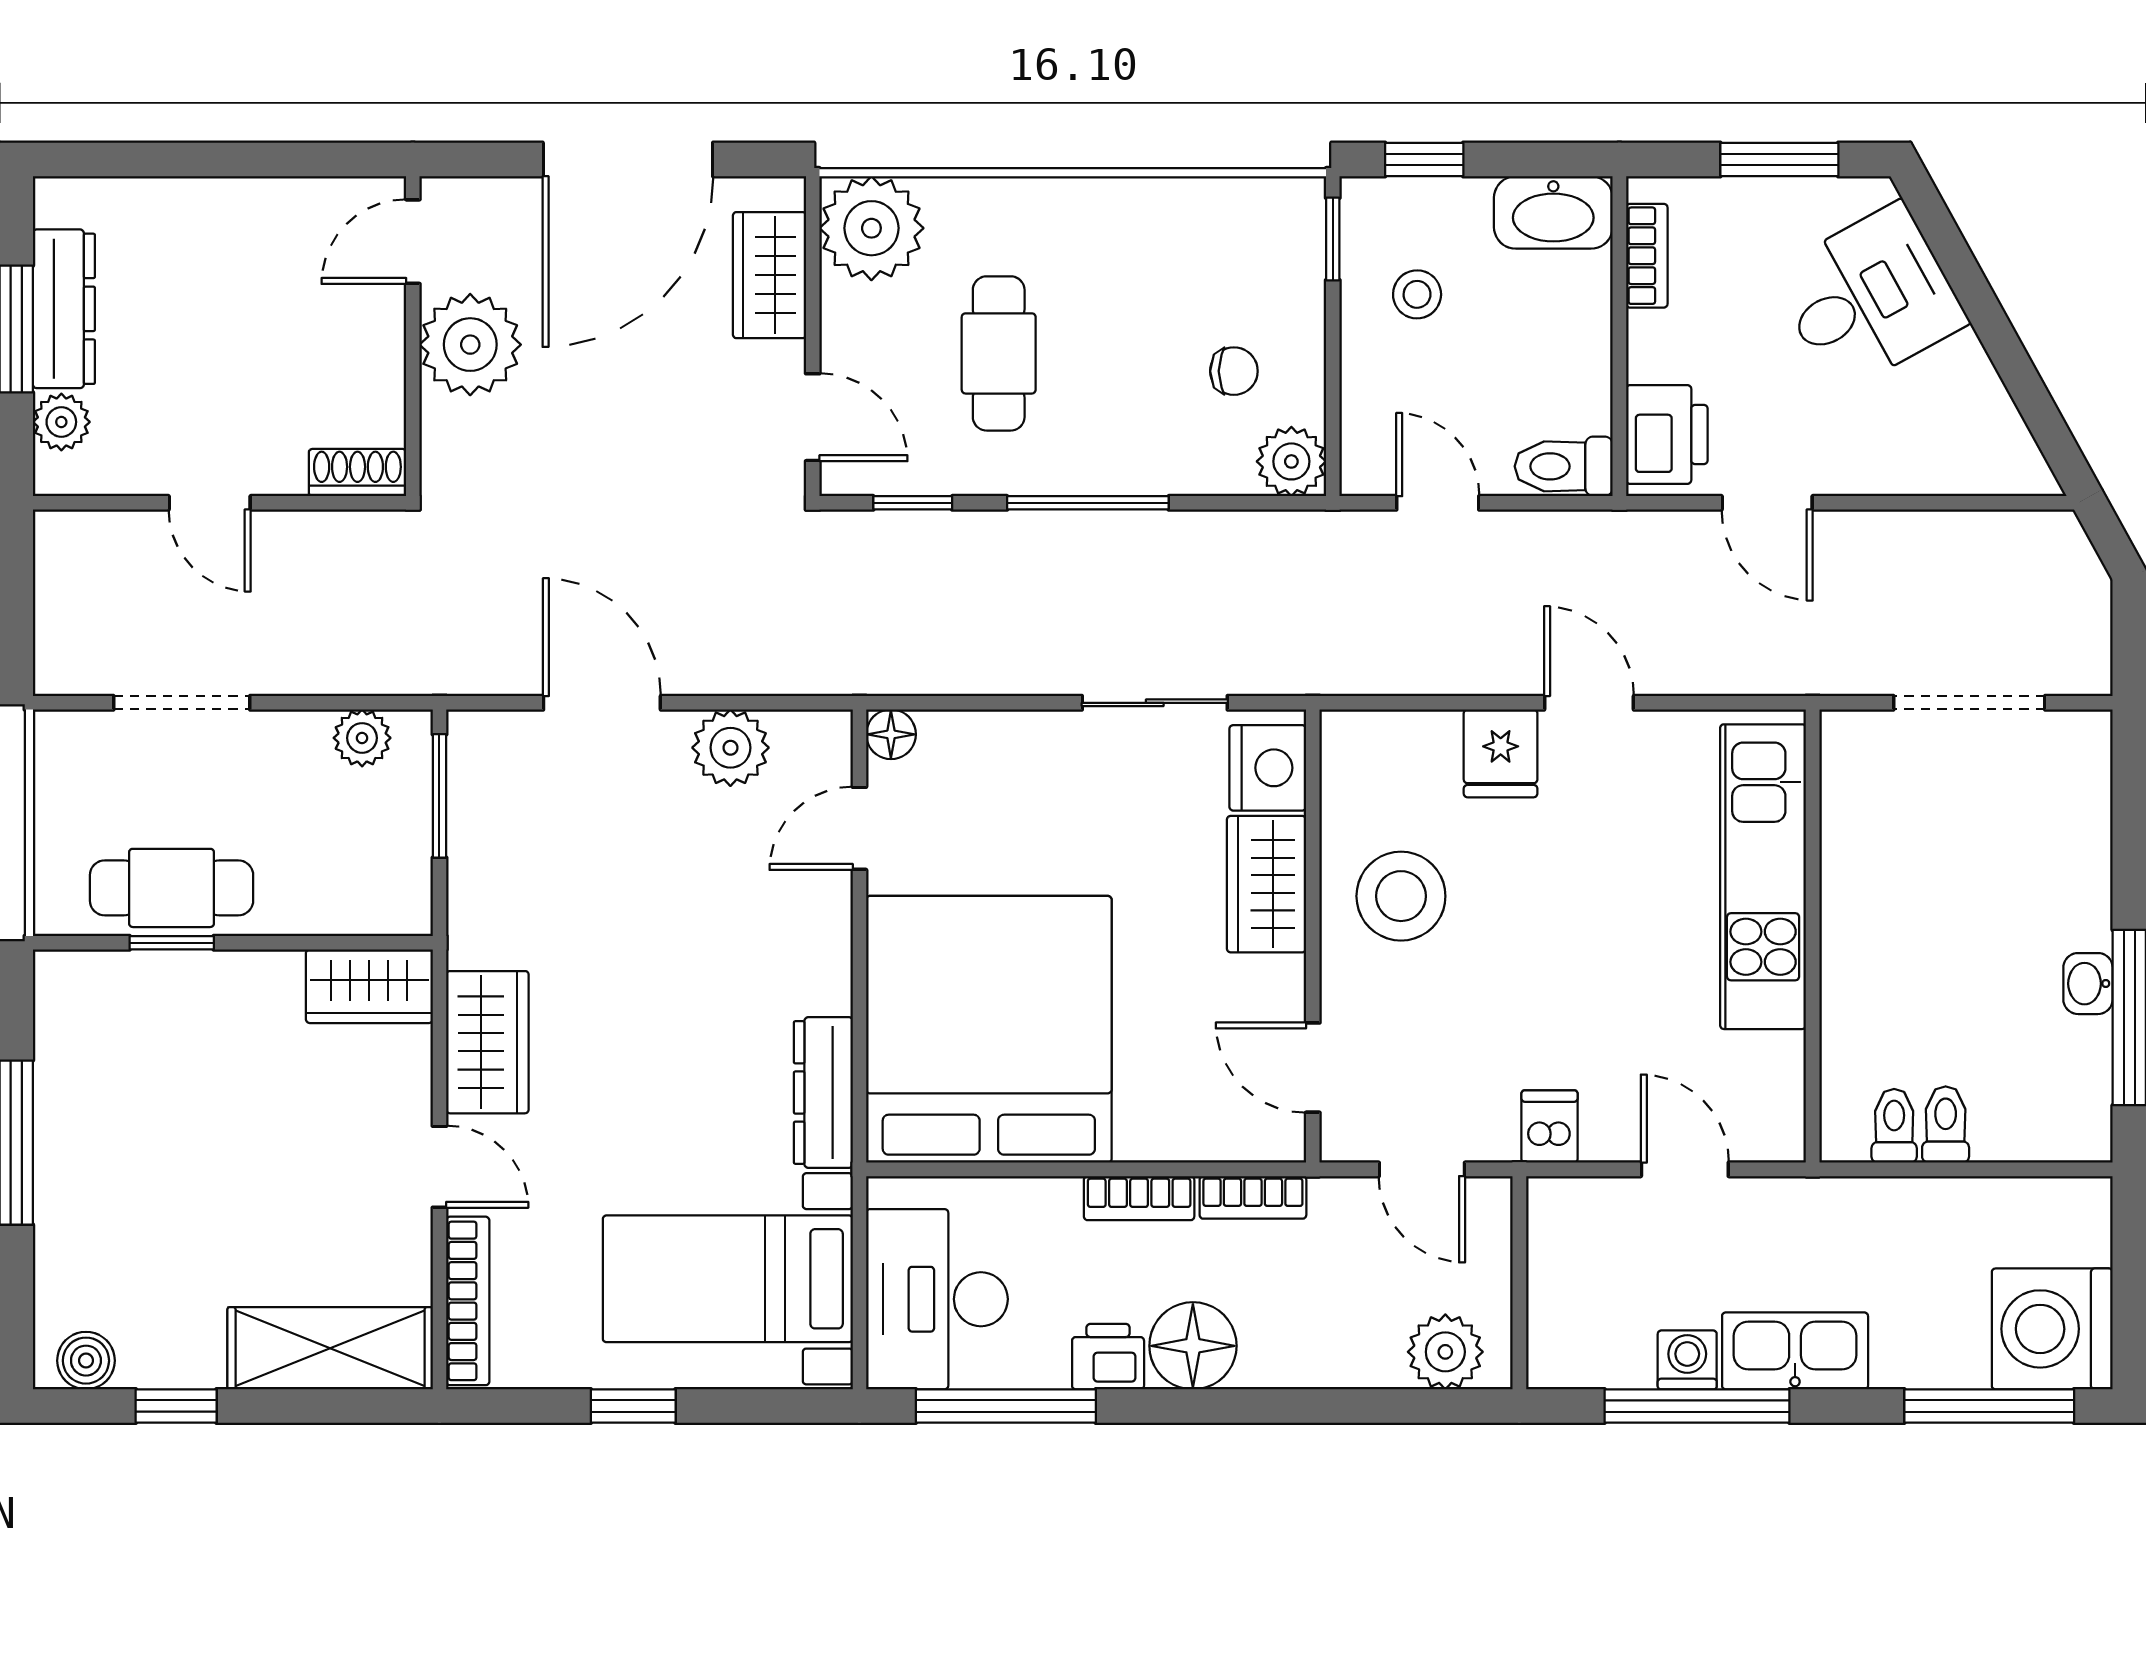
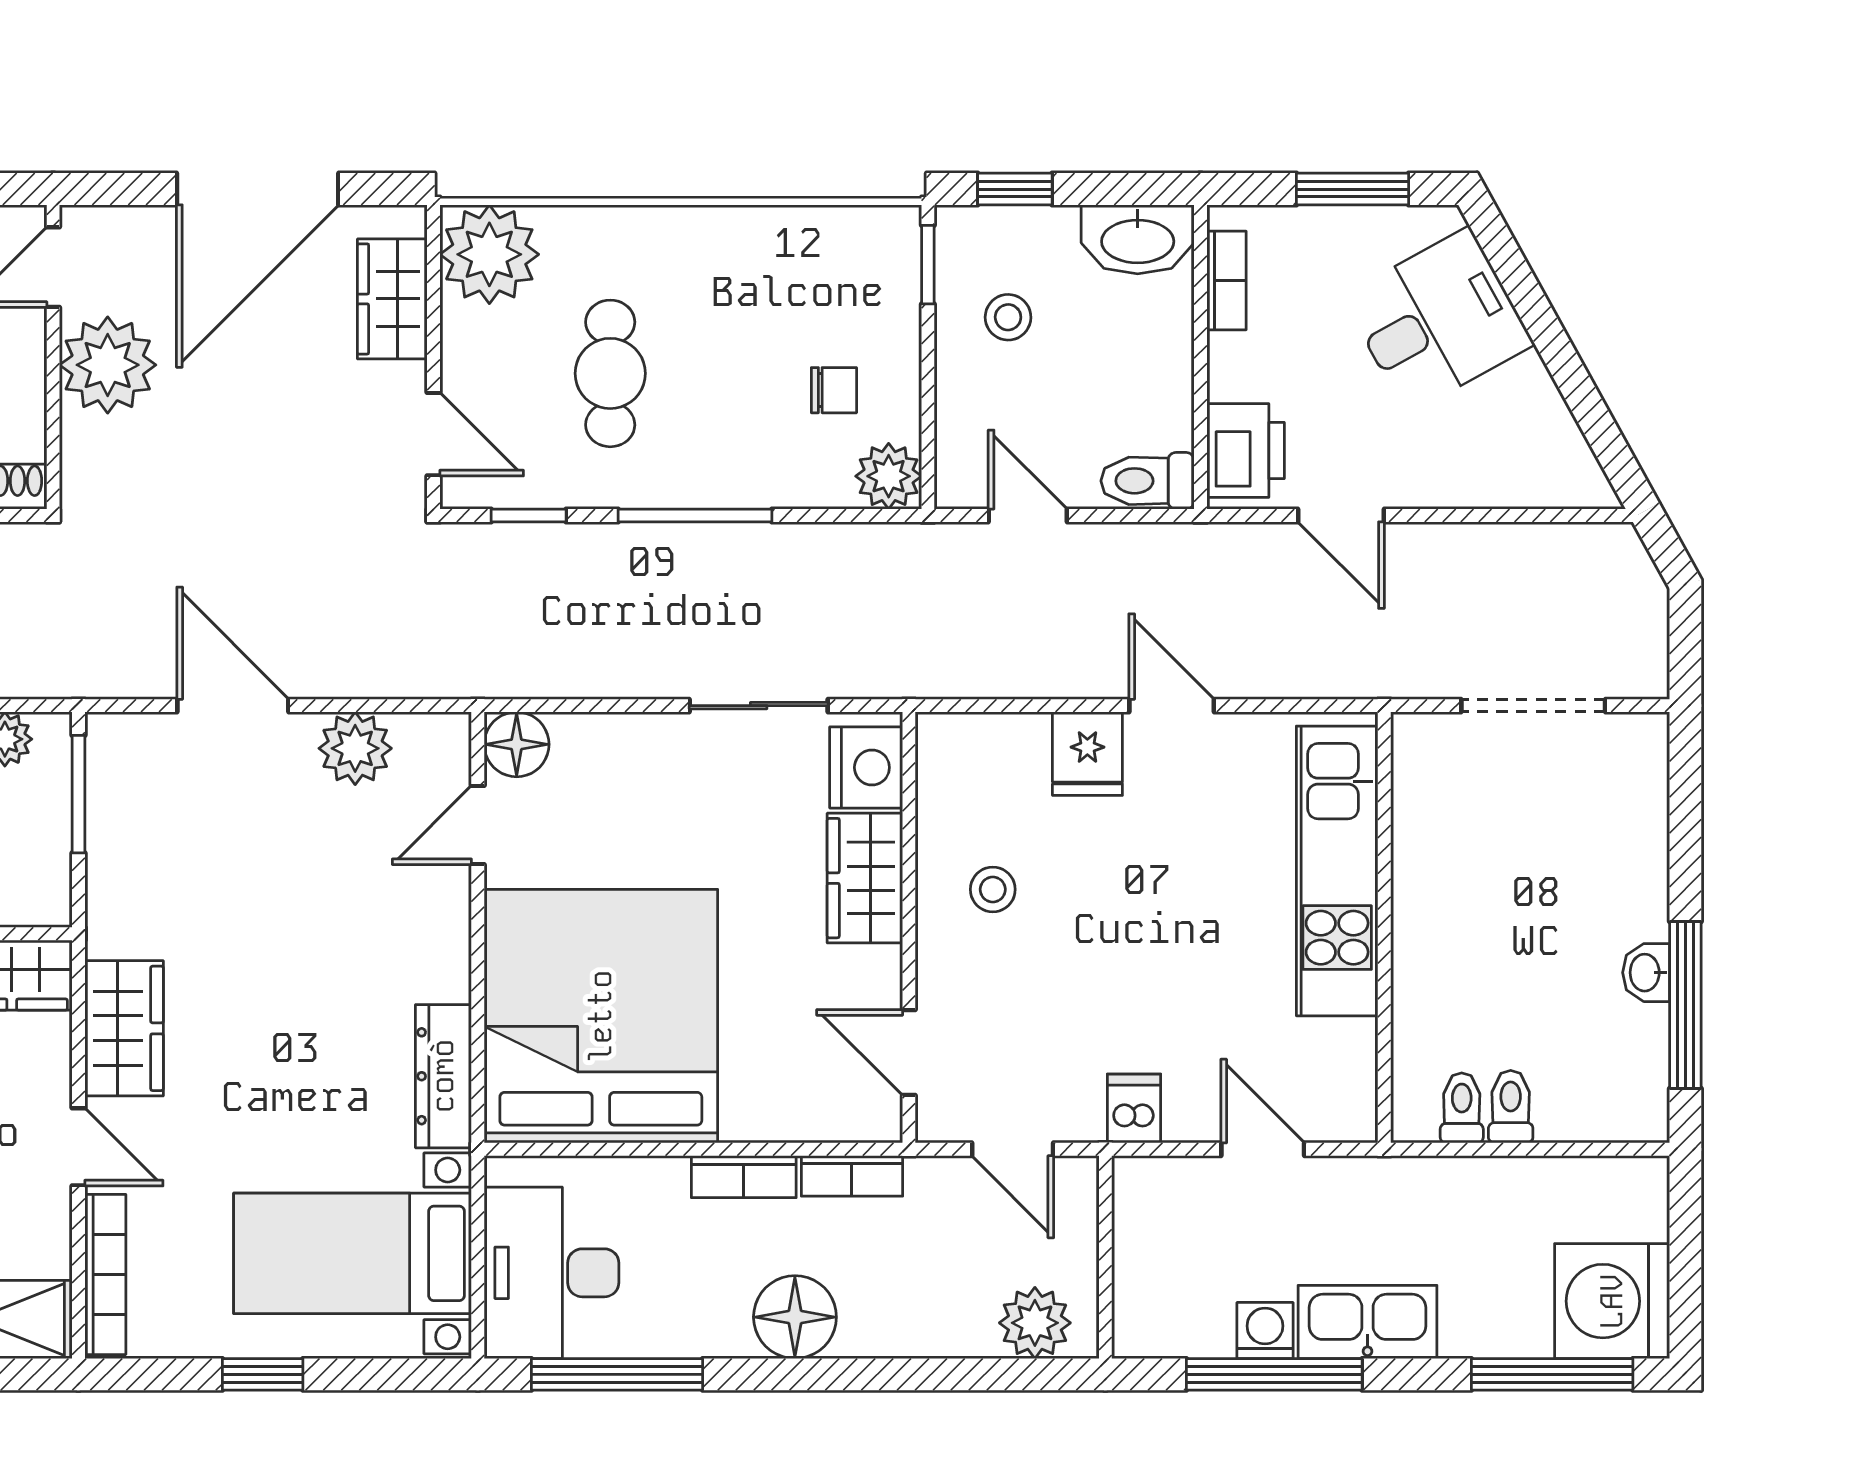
floor lamp: (891, 734) -> (517, 744), width x1.37, depth x1.37
stool: (1401, 896) -> (993, 889), width x0.53, depth x0.53
printer: (1108, 1357) -> (714, 1327), removed

